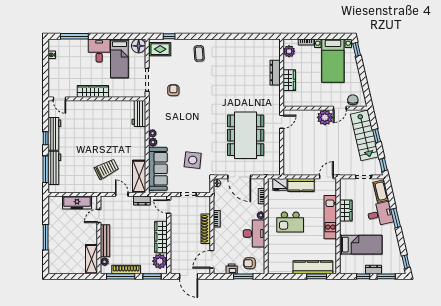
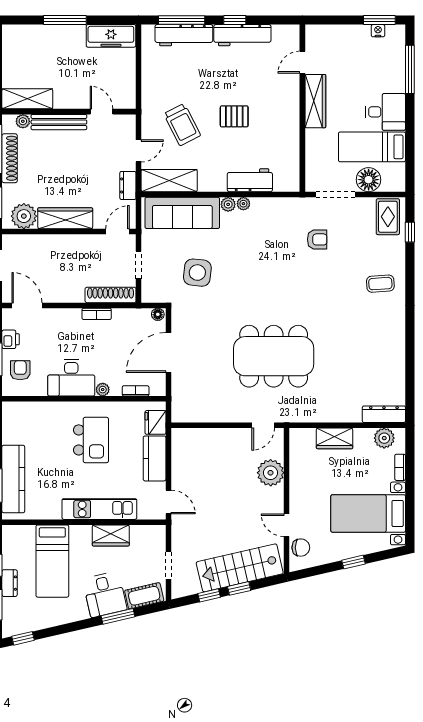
floor lamp: (139, 46) -> (369, 180), moved
window: (357, 49) -> (353, 562), moved
window: (46, 54) -> (379, 20), added
dresser: (275, 73) -> (384, 414), moved
door: (59, 99) -> (302, 62), moved
workbench: (139, 113) -> (250, 180), moved
plant: (325, 117) -> (271, 473), moved
door: (282, 122) -> (263, 425), hinge flipped
dining table: (246, 135) -> (274, 356), moved
pallet: (102, 139) -> (234, 116), added
window: (383, 165) -> (209, 595), moved
freezer: (77, 203) -> (111, 36), moved, turned -90
window: (396, 218) -> (118, 616), moved
kitchen island: (290, 222) -> (91, 440), turned 180
shoe rack: (206, 229) -> (111, 295), moved

